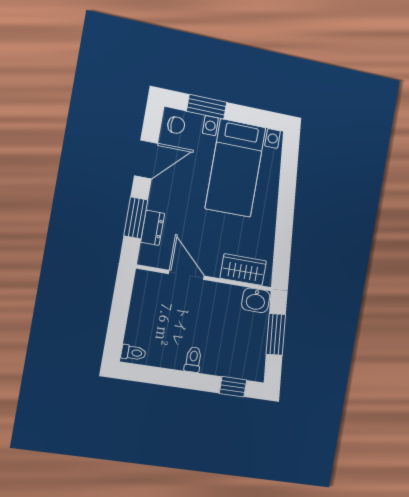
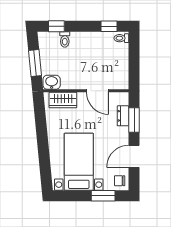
toilet: (193, 359) -> (65, 39), moved
window: (150, 375) -> (109, 26), added

